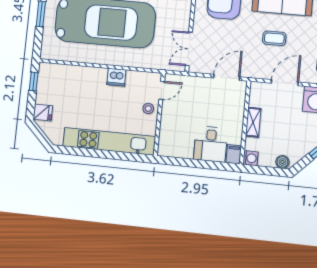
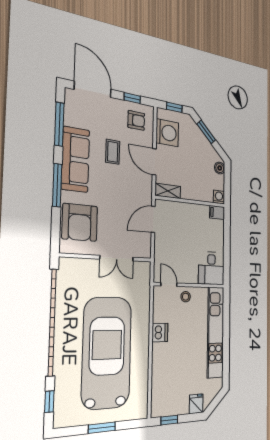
coffee table: (274, 38) -> (113, 152), moved
double door: (189, 49) -> (117, 258), moved
door: (227, 77) -> (153, 219), hinge flipped
shelving: (253, 122) -> (168, 191), moved
desk: (211, 144) -> (211, 268), moved, turned 90

